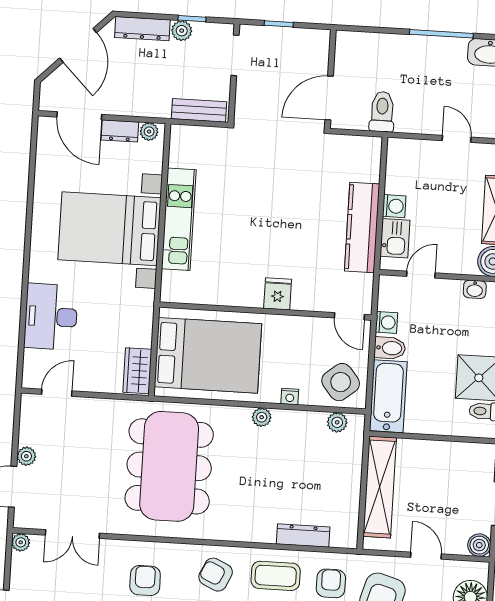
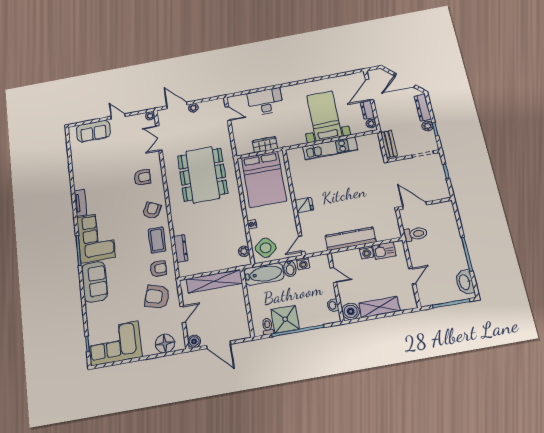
bed with nightstands: (109, 229) -> (324, 116), width x0.73
kitchen sink: (395, 238) -> (384, 251), moved
wardrobe: (137, 371) -> (265, 145), moved
plant: (262, 417) -> (238, 213), removed
dining table: (169, 466) -> (203, 175), turned 90

